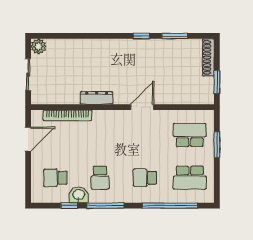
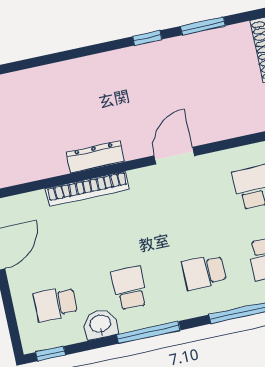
bookcase: (67, 115) -> (88, 189), moved
school desk: (100, 178) -> (130, 288), turned 180
window: (69, 206) -> (51, 354), moved

